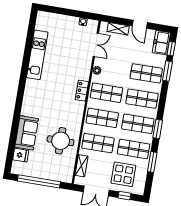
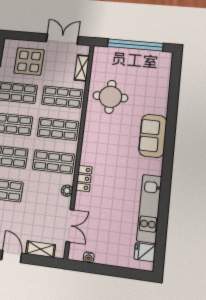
double door: (96, 45) -> (70, 226), swing flipped
locker: (82, 91) -> (84, 179), moved
sofa: (27, 133) -> (153, 136), moved
fridge: (21, 155) -> (145, 252), moved
window: (124, 196) -> (27, 36), removed

